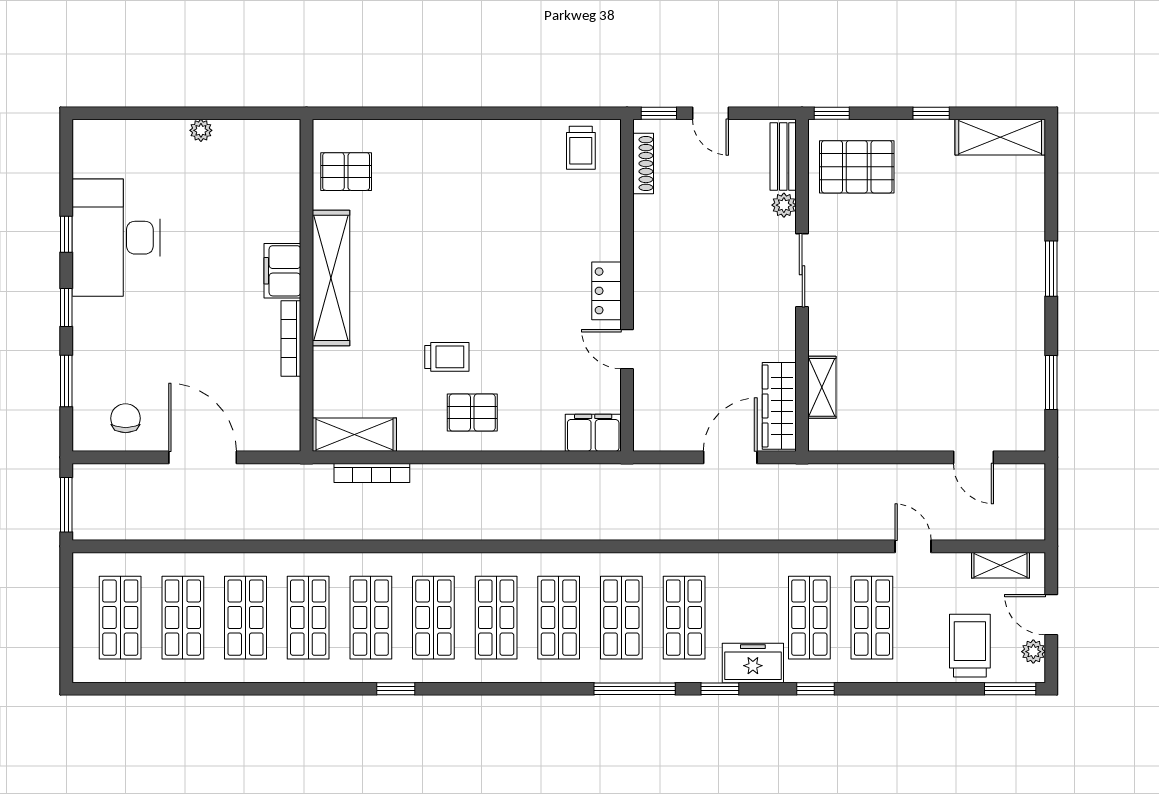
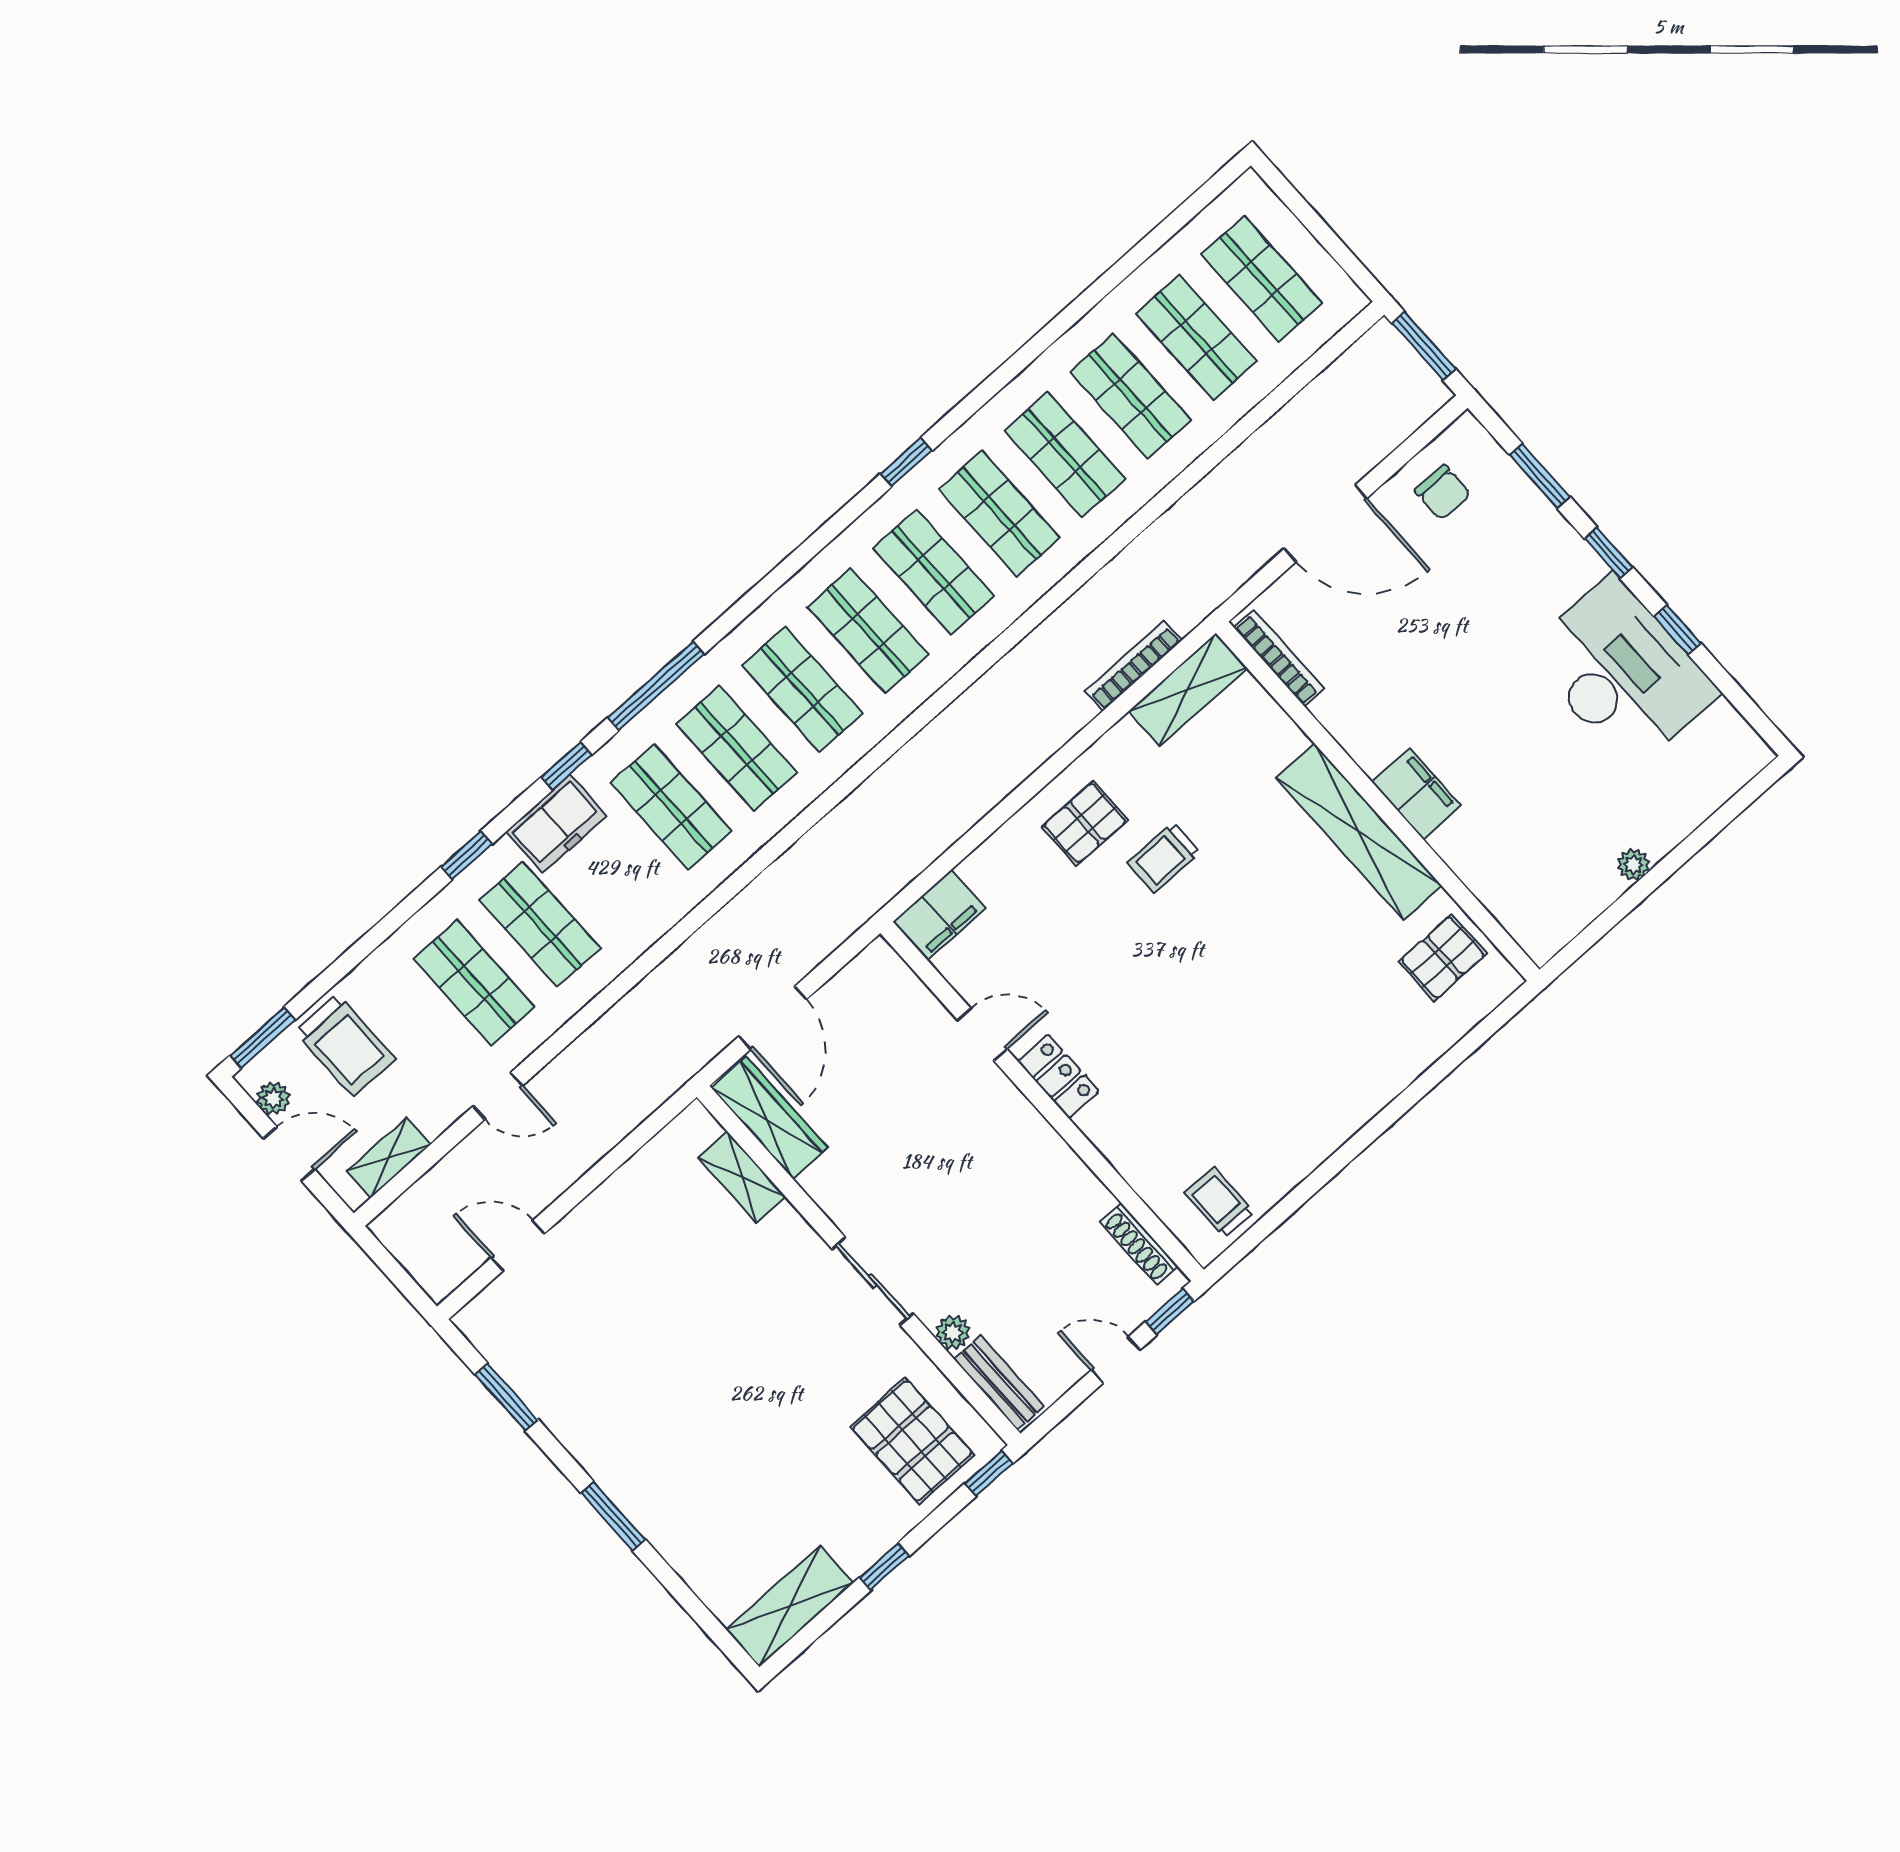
pallet: (857, 167) -> (912, 1441), turned 90
bookcase: (291, 339) -> (1279, 658), moved

